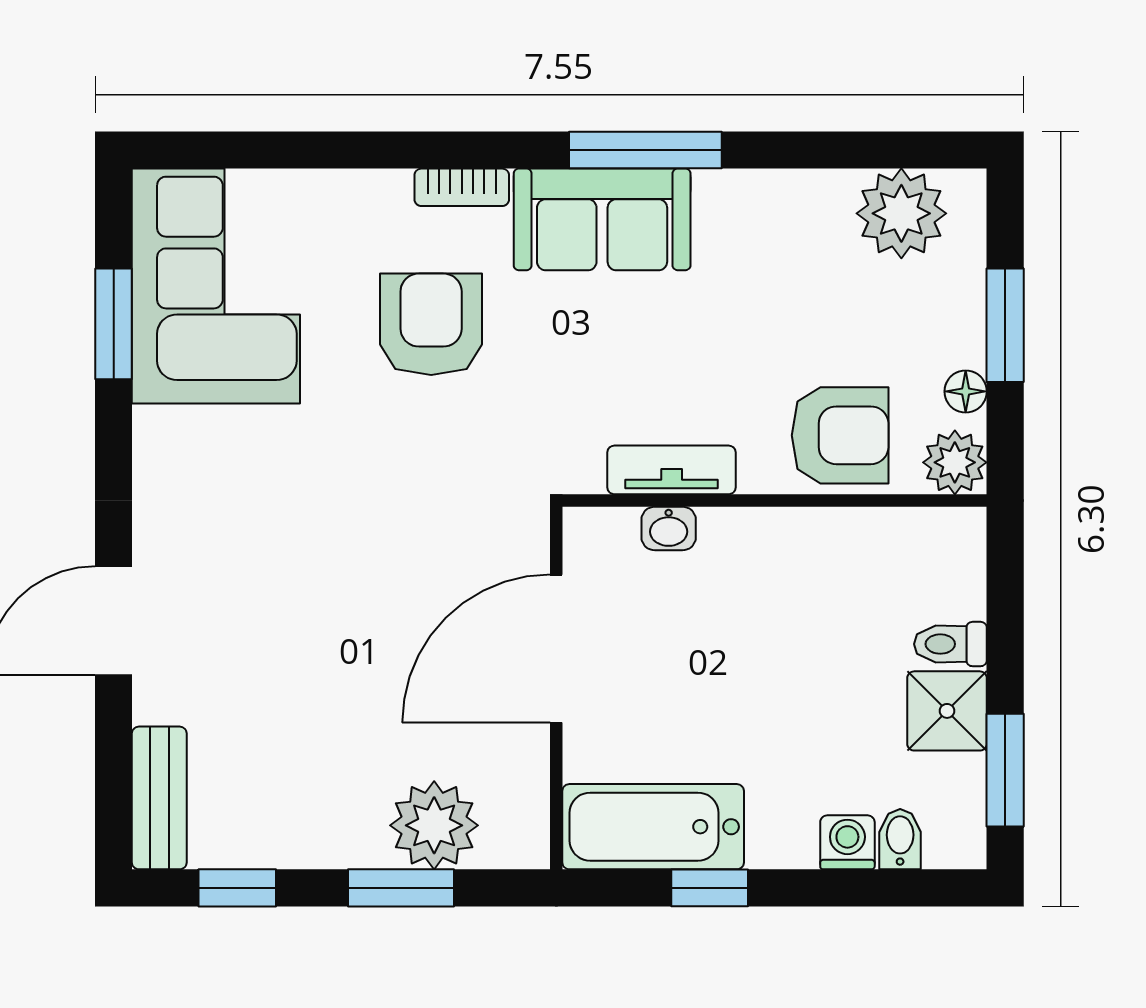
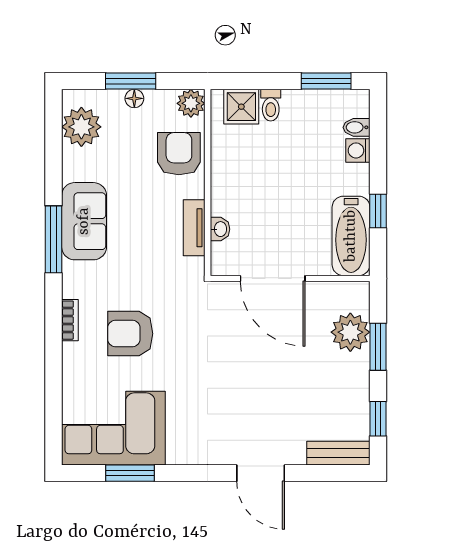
sofa: (602, 219) -> (84, 221), moved
floor lamp: (966, 391) -> (134, 98), moved
shower: (947, 711) -> (241, 107), moved

